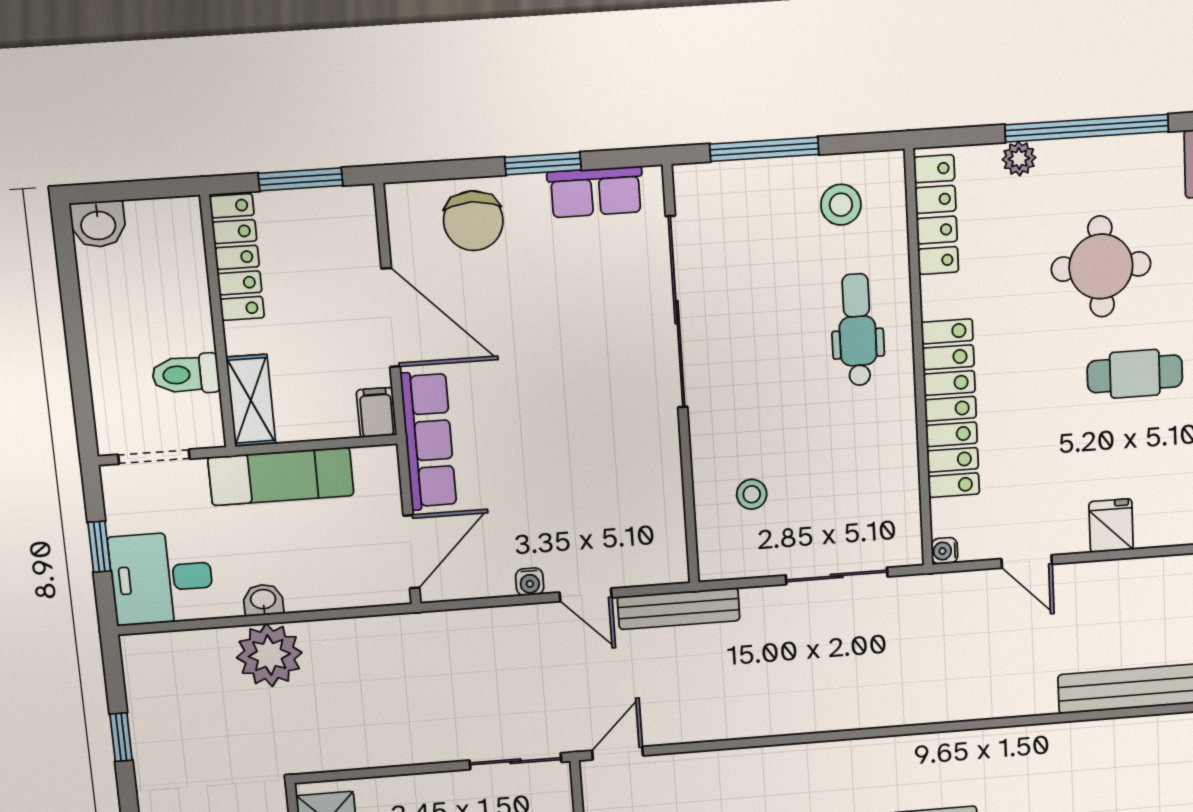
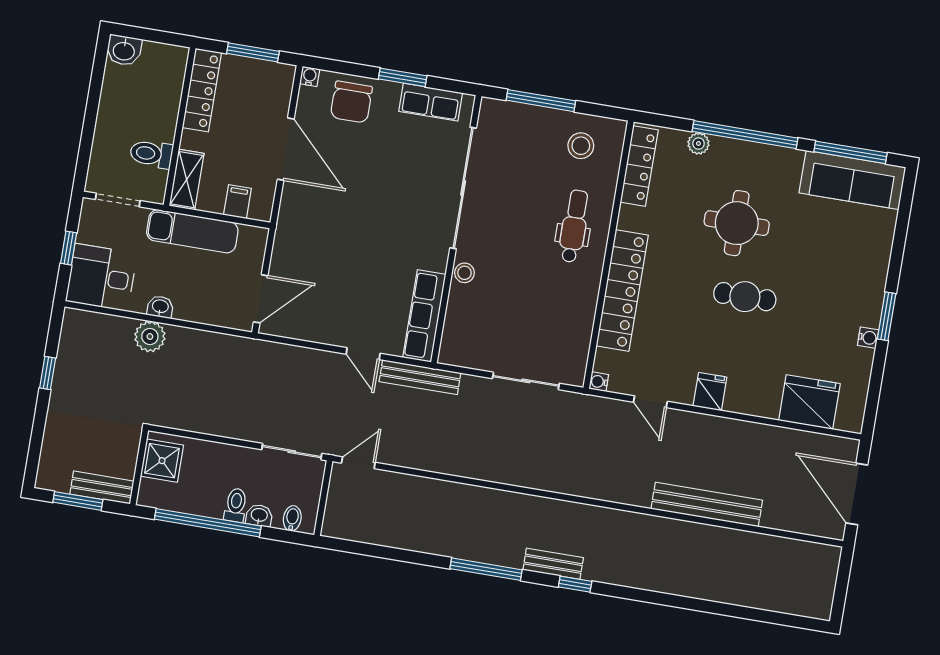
filing cabinet: (376, 412) -> (237, 202), moved
row of seats: (429, 441) -> (424, 316), moved, turned 180
stool: (752, 494) -> (464, 273), moved
water cooler: (530, 582) -> (310, 76), moved, turned 180
plant: (269, 655) -> (150, 337), width x0.73, depth x0.73

